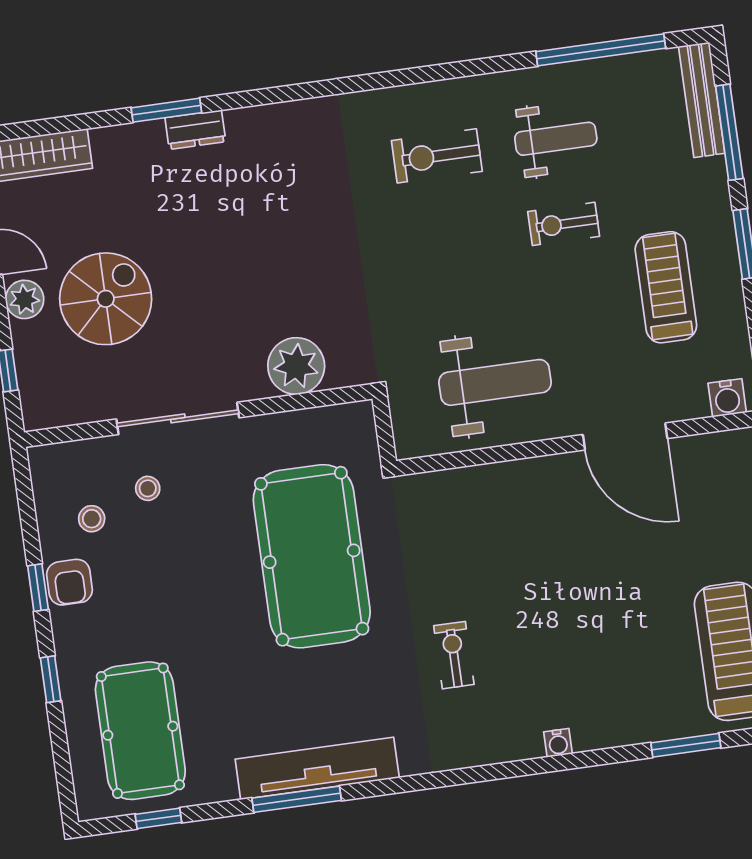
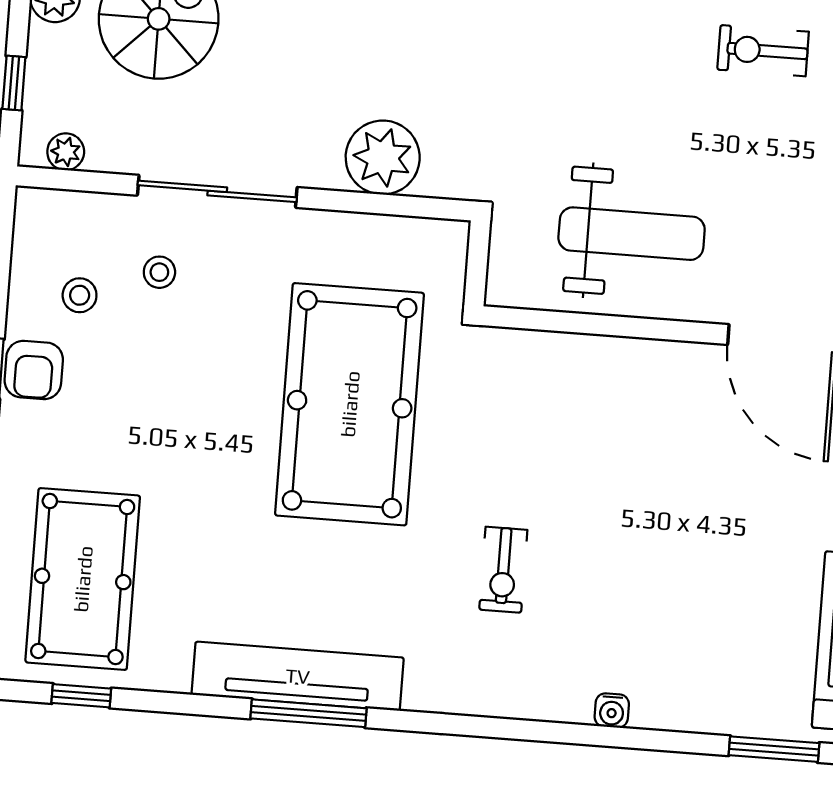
plant: (58, 413) -> (66, 152), added
exercise bike: (454, 655) -> (503, 570), turned 180
window: (297, 799) -> (308, 713), moved

